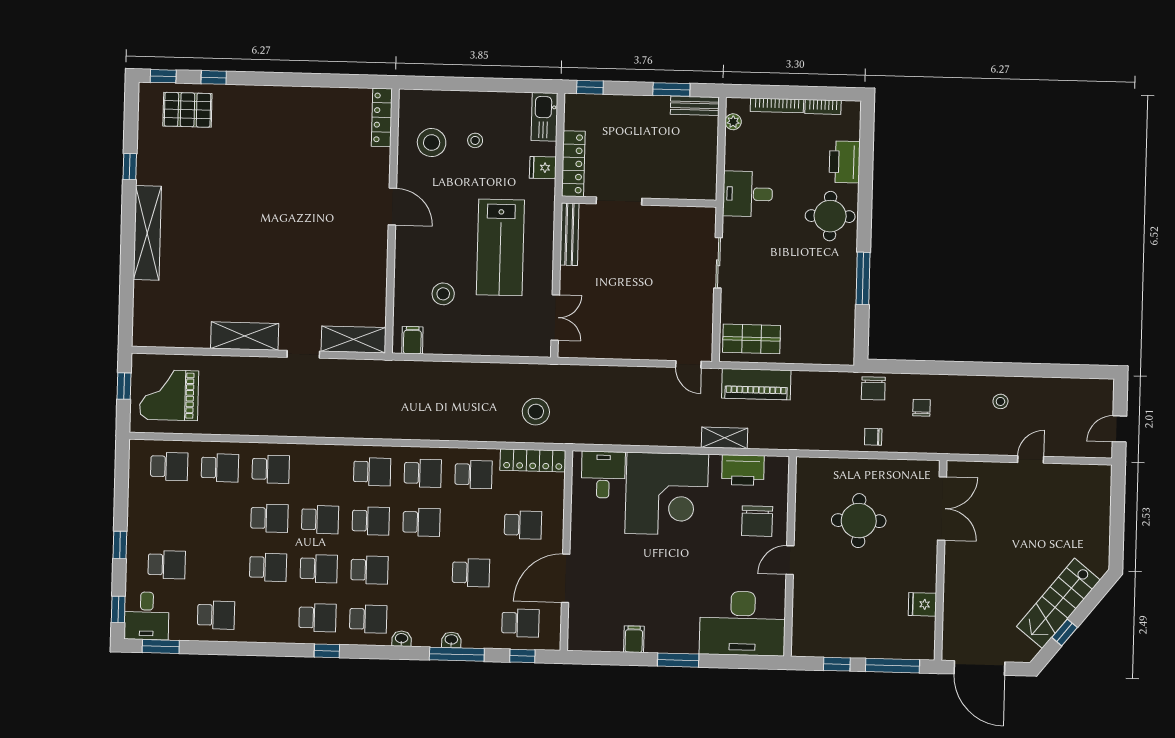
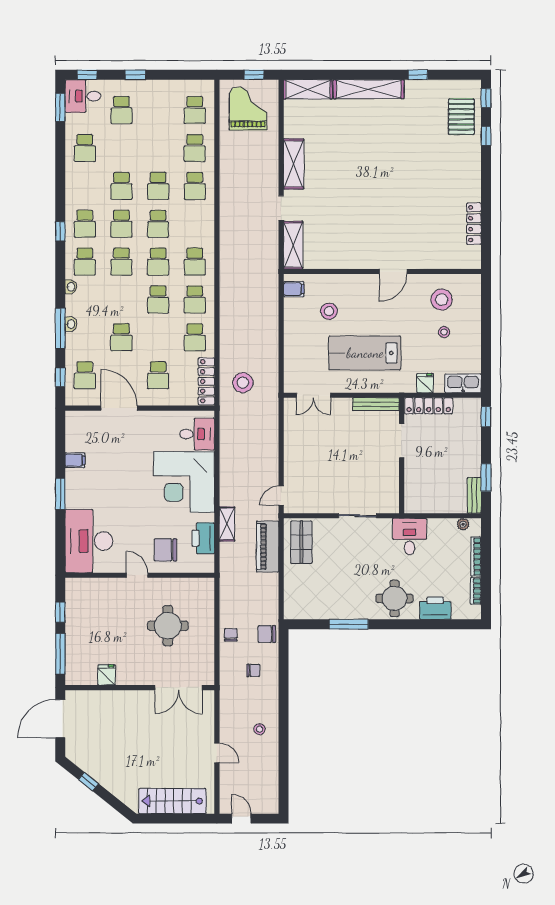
locker: (382, 117) -> (474, 224), moved, turned -90
shelving: (145, 314) -> (308, 89), added
stairs: (1058, 603) -> (172, 801), moved, turned -39

